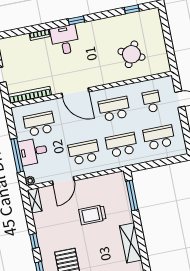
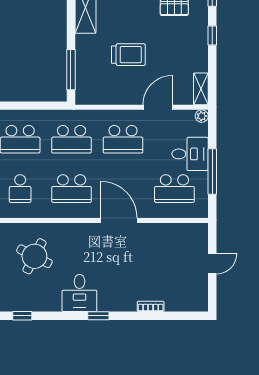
desk: (65, 40) -> (79, 293), moved
bookcase: (30, 95) -> (179, 229), removed
window: (17, 155) -> (212, 172), moved

